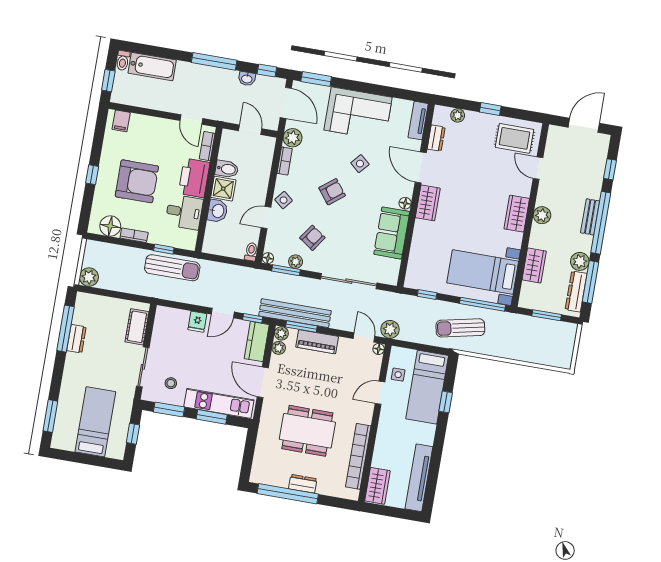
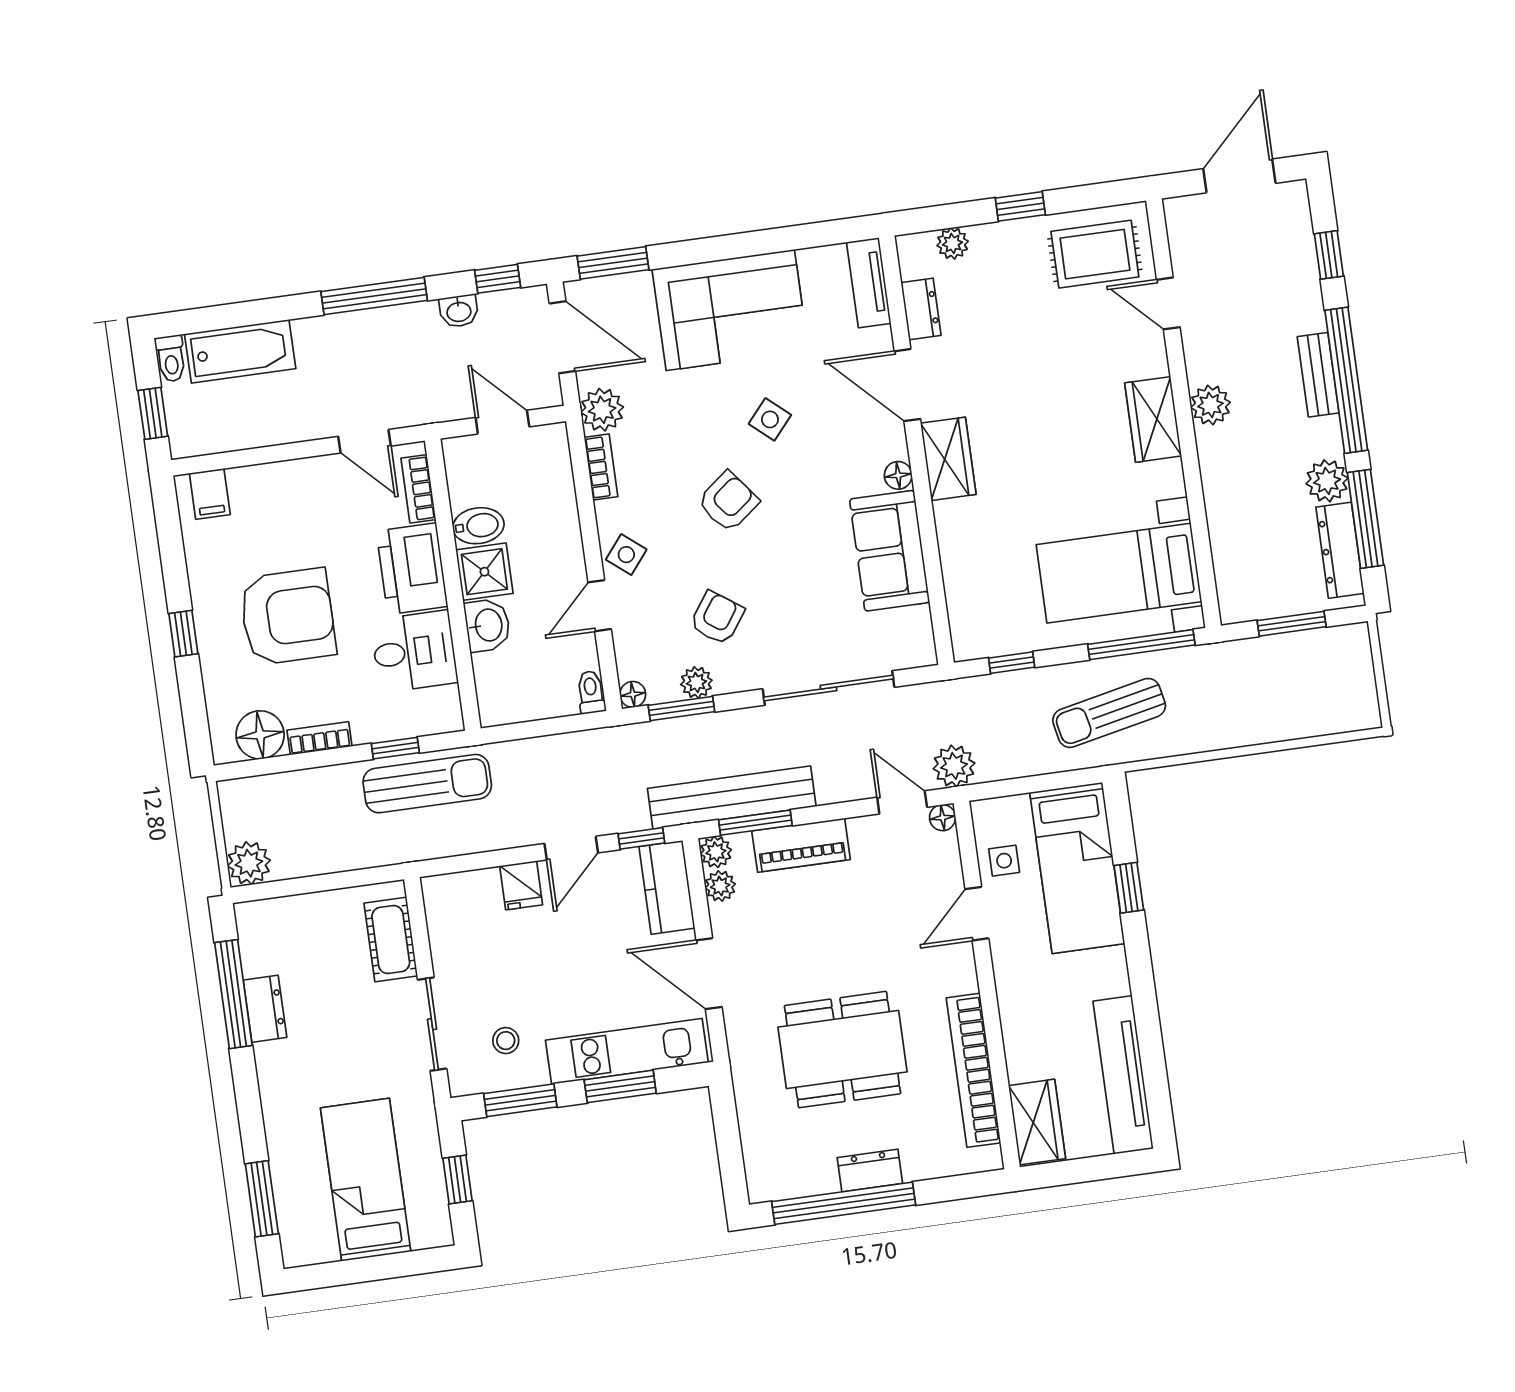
wardrobe: (534, 265) -> (1229, 522), removed

